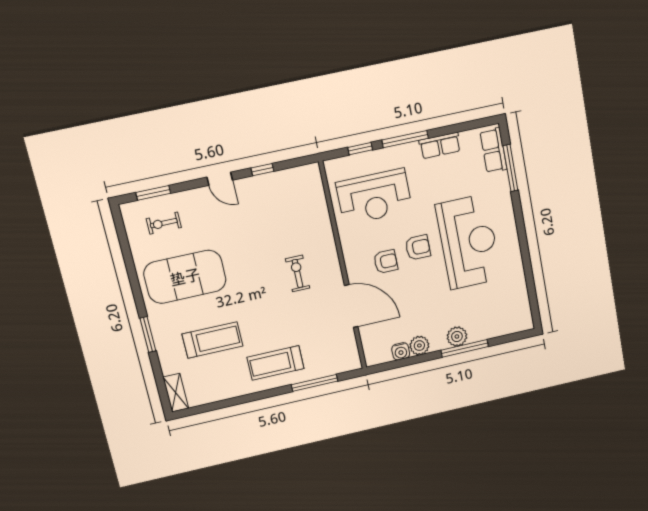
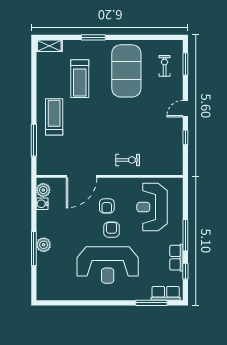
window: (360, 149) -> (185, 271), moved
armchair: (418, 247) -> (112, 230), turned 180
exercise bike: (298, 273) -> (128, 160), moved
plant: (419, 346) -> (43, 190), moved

